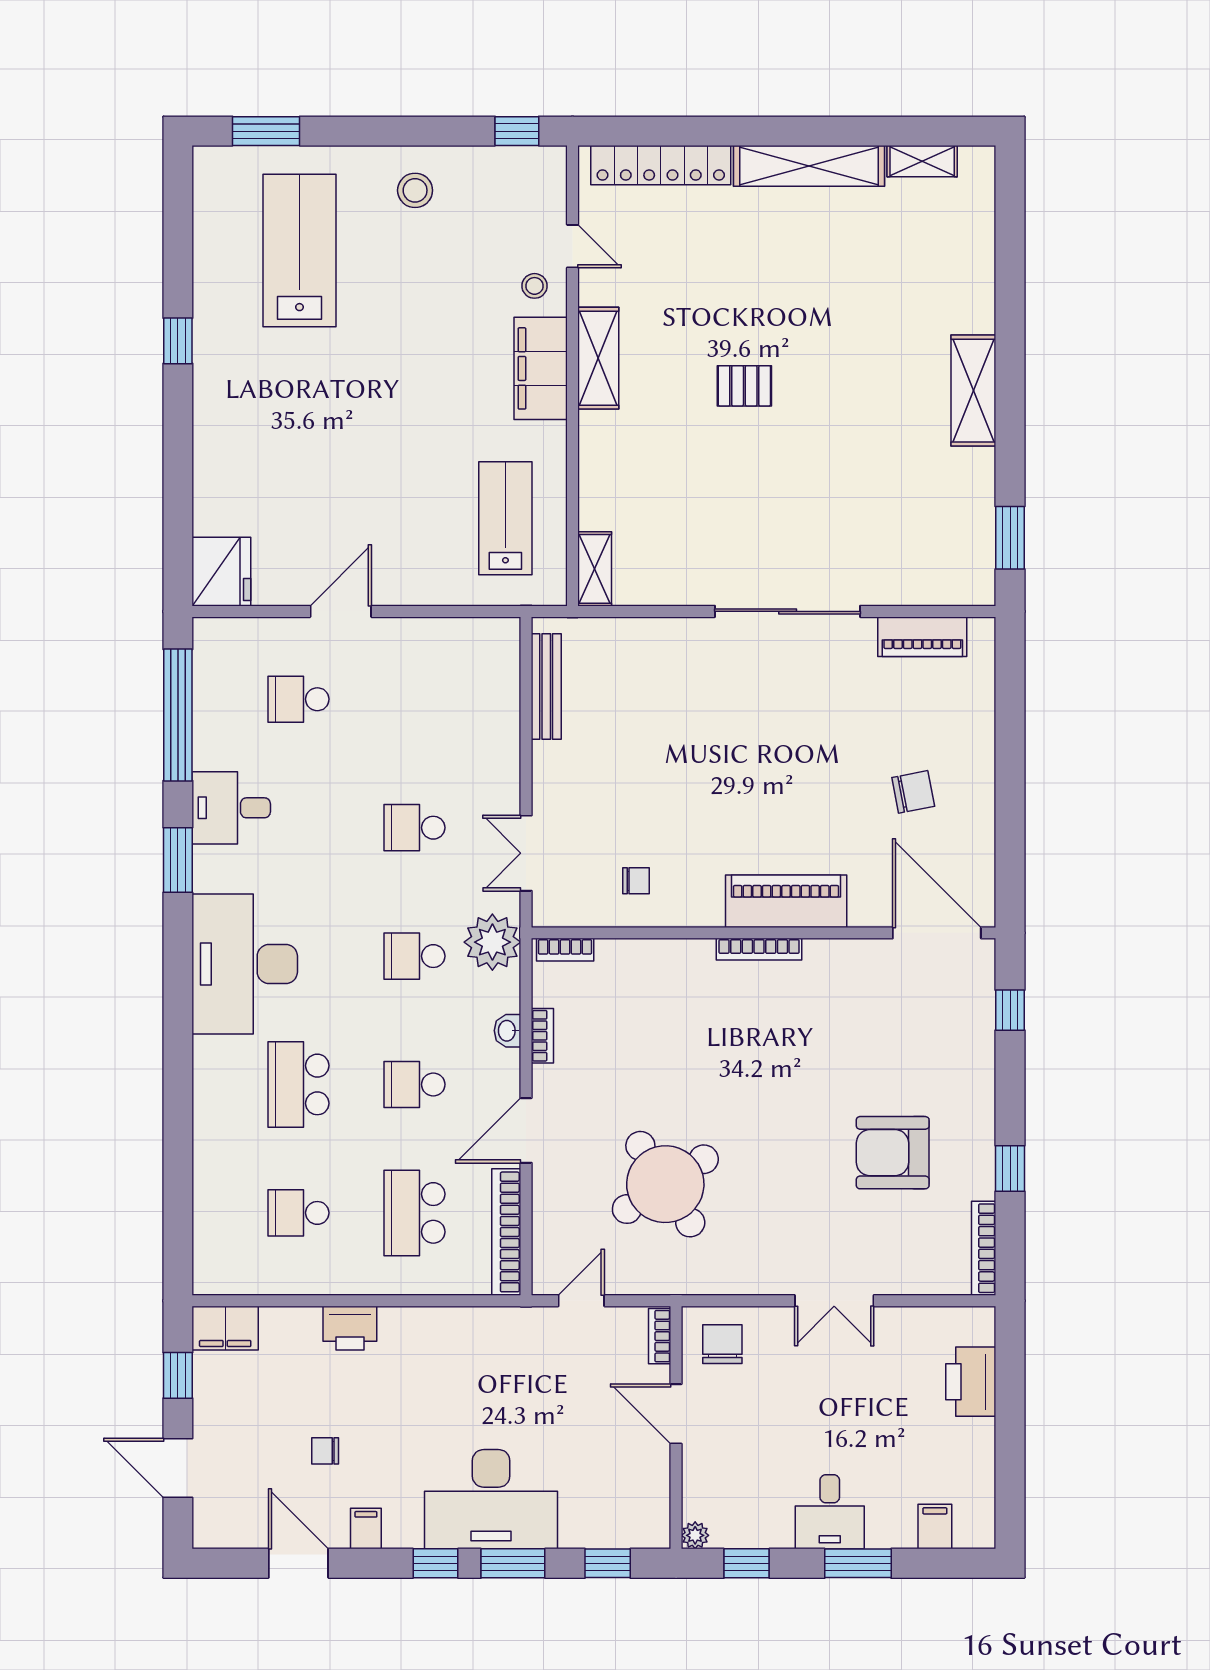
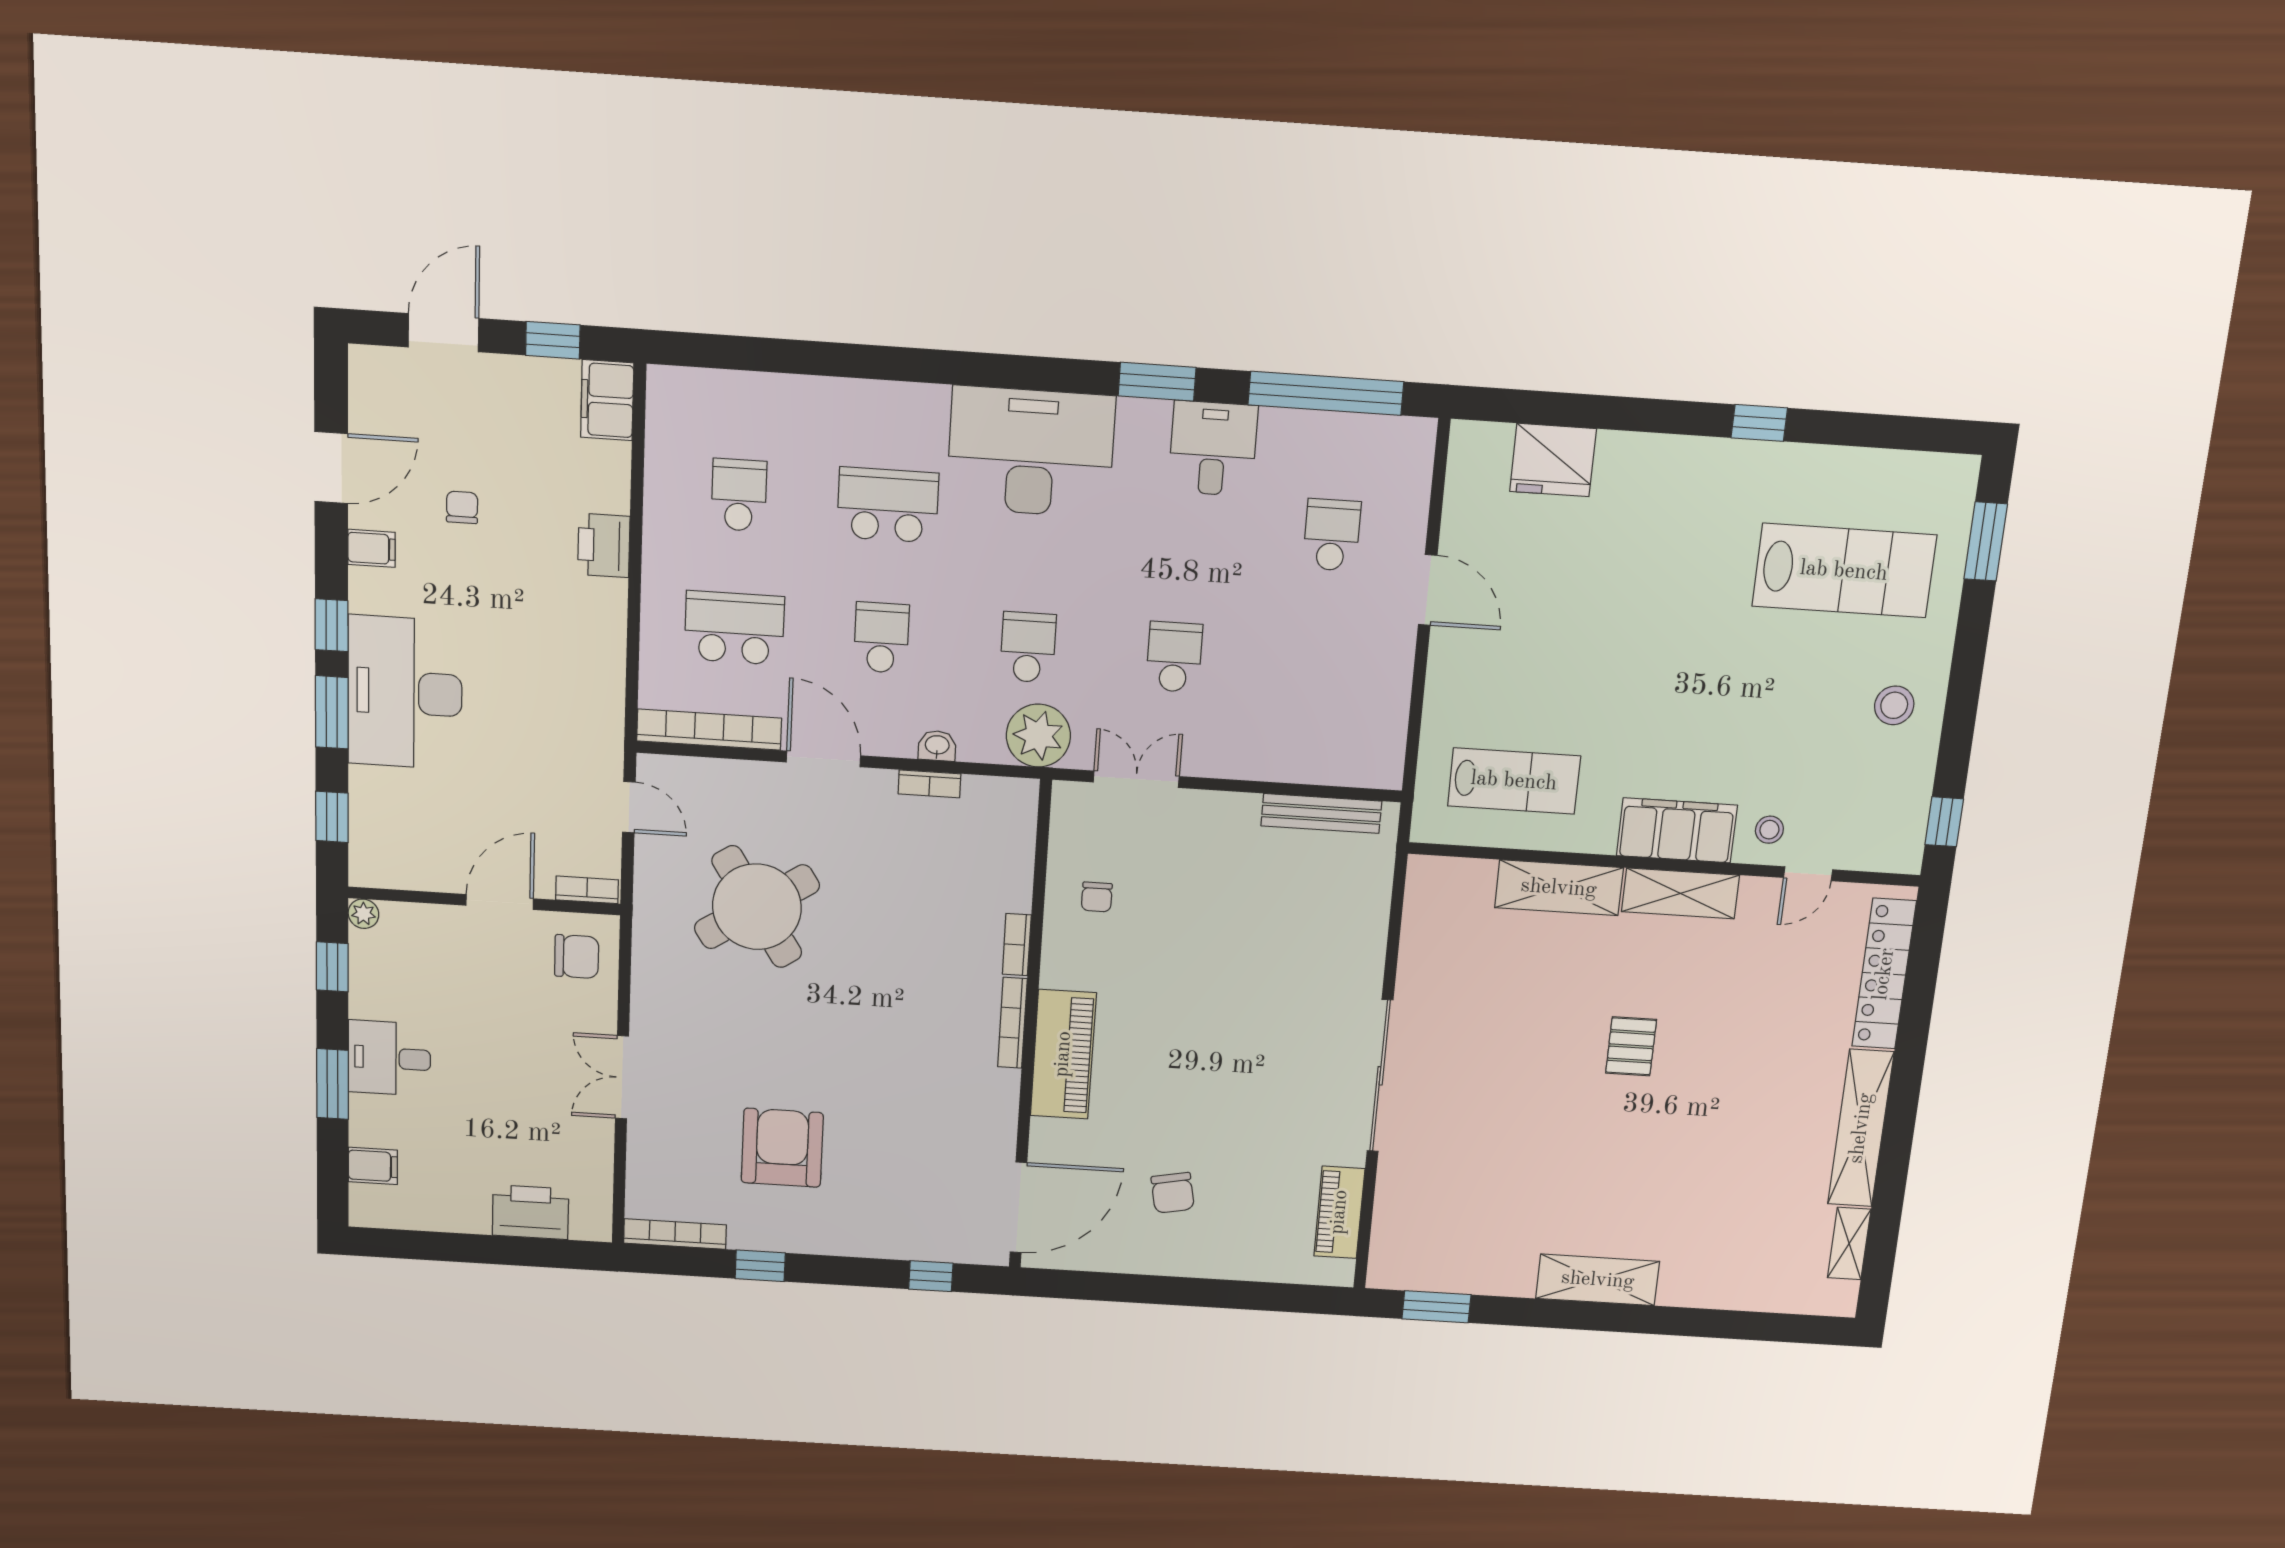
shelving: (595, 569) -> (1559, 888), moved, width x1.50, depth x1.33
fridge: (221, 572) -> (1553, 460), moved
bookcase: (565, 950) -> (1017, 945), moved

